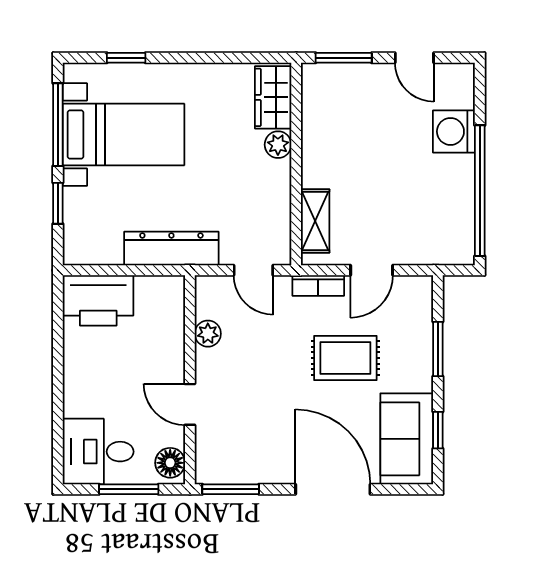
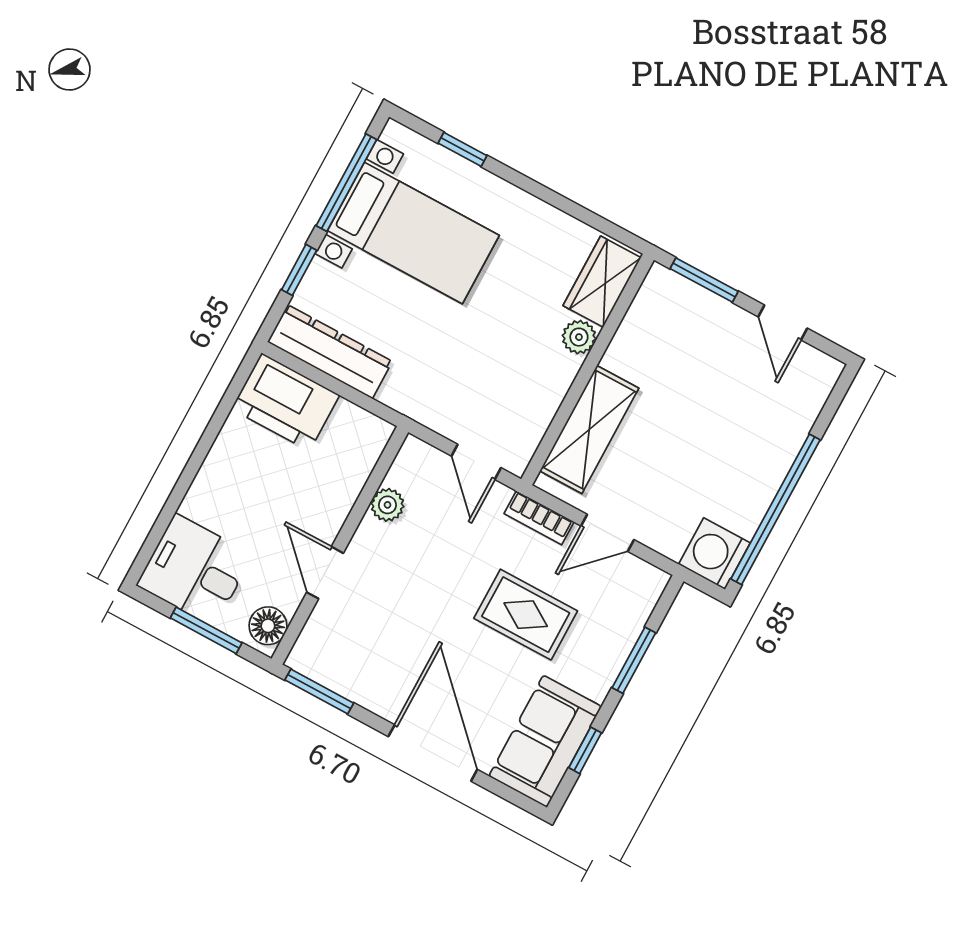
washing machine: (454, 131) -> (714, 554), moved
shelving: (315, 221) -> (589, 430), width x1.50, depth x1.33
dresser: (171, 249) -> (330, 352), moved

